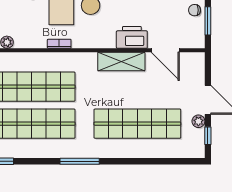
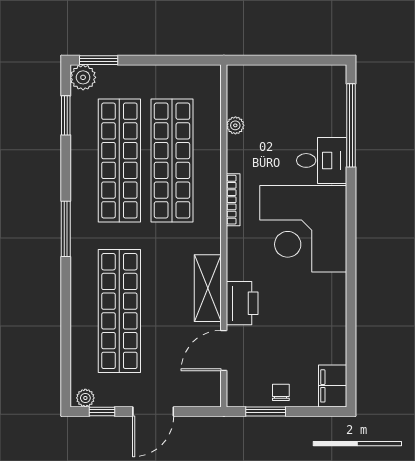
bookcase: (59, 44) -> (233, 200), width x1.56
plant: (198, 121) -> (85, 398), moved

